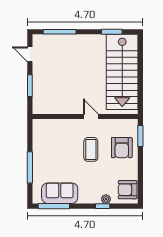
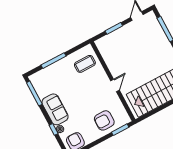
coffee table: (91, 149) -> (85, 64), moved
sofa: (60, 193) -> (55, 109), moved

